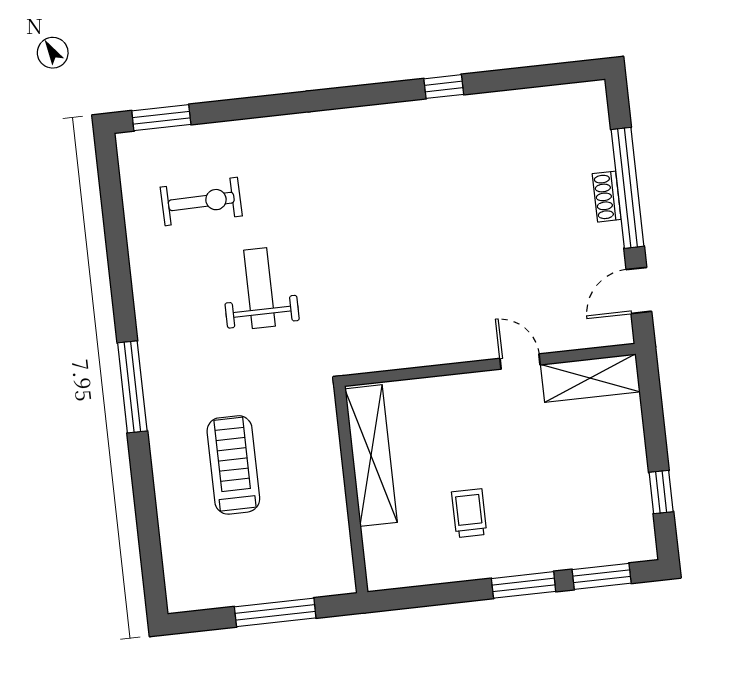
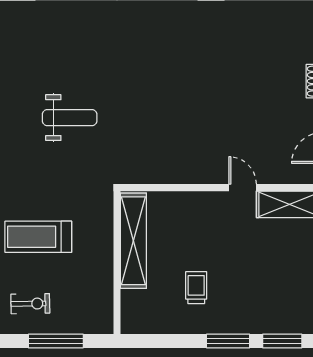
exercise bike: (201, 201) -> (30, 304), moved, width x0.73, depth x0.72
weight bench: (260, 288) -> (70, 118), turned 90
treadmill: (233, 465) -> (38, 237), turned -90

